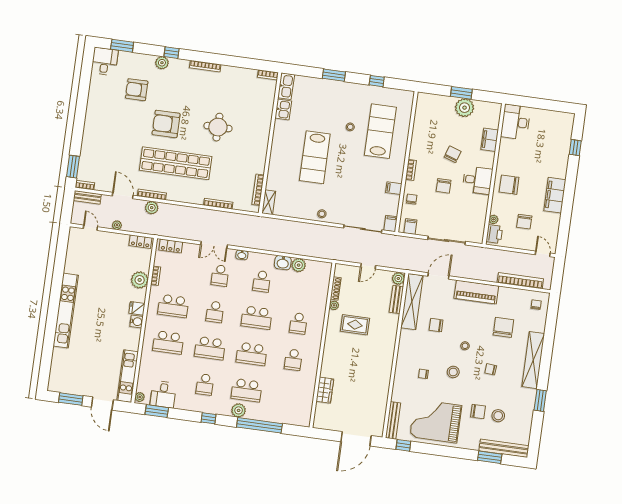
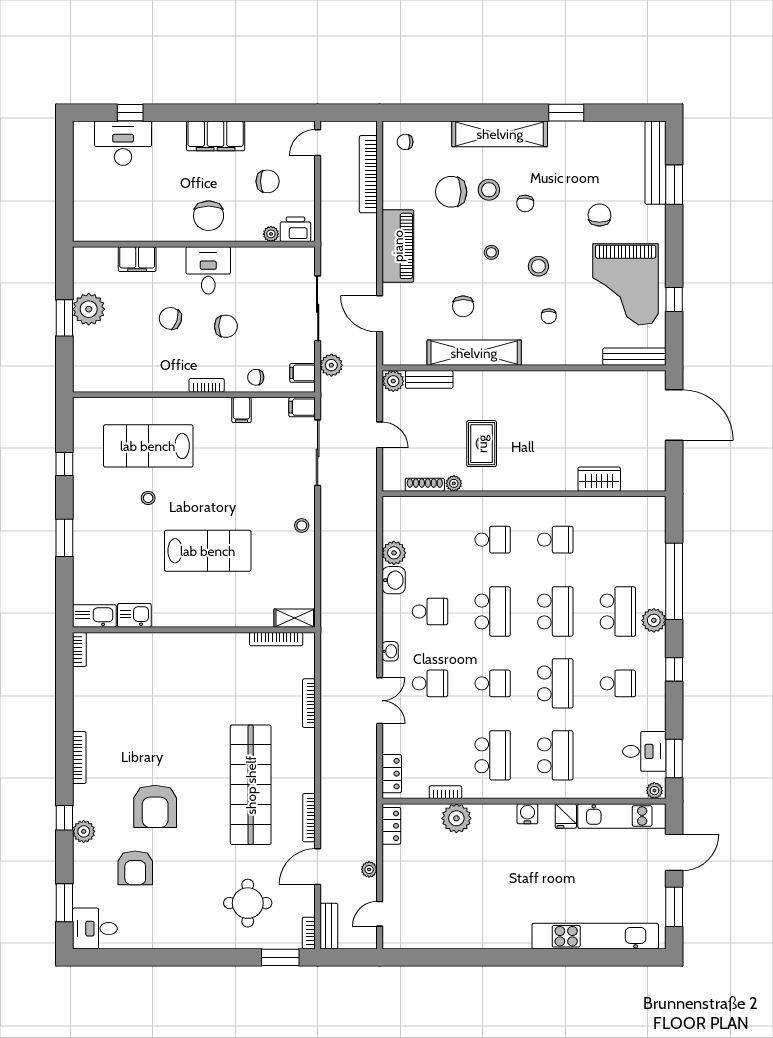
desk: (516, 122) -> (123, 143), moved, turned 180
armchair: (166, 124) -> (155, 806), moved
round table: (218, 127) -> (248, 903), moved
plant: (152, 208) -> (331, 365), moved
shelving: (412, 302) -> (474, 353), moved
fridge: (137, 308) -> (566, 816), moved
kitchen unit: (66, 311) -> (595, 936), moved
stool: (498, 416) -> (489, 190), moved
window: (403, 445) -> (674, 300), moved

